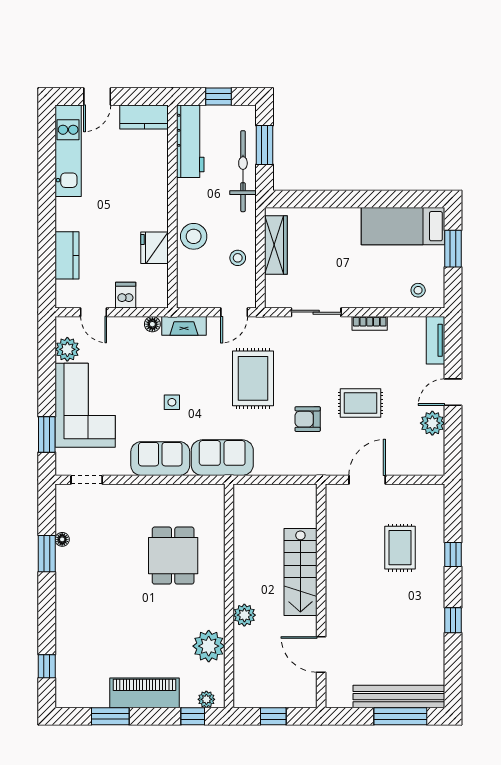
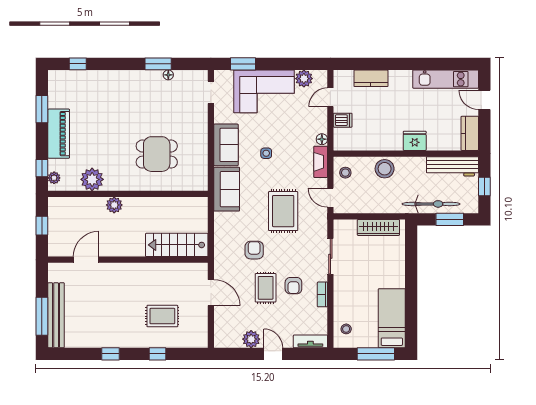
fridge: (155, 248) -> (415, 141), moved
window: (453, 249) -> (376, 354), width x1.44
stool: (238, 258) -> (345, 173), moved
armchair: (357, 364) -> (293, 286), added
rug: (253, 378) -> (283, 211), turned 90
stairs: (300, 572) -> (177, 245), moved

